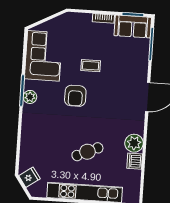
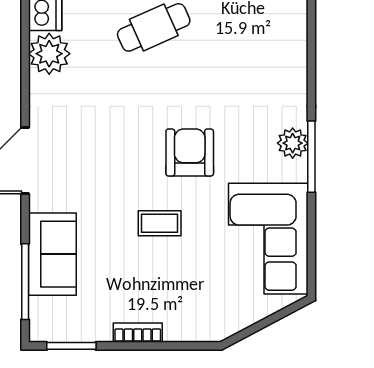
sofa: (133, 26) -> (52, 254), moved, turned 90

